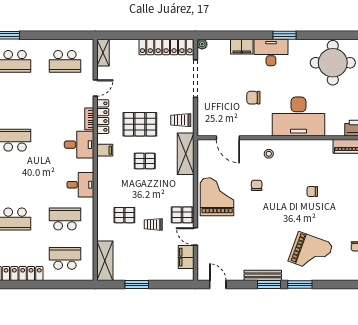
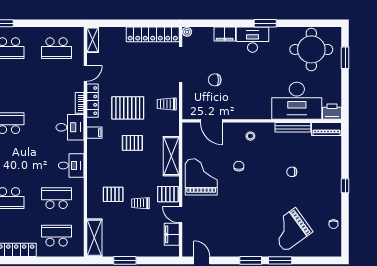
chair: (253, 98) -> (215, 80), moved
desk: (298, 117) -> (297, 101), moved
shelving: (186, 154) -> (171, 156), moved
grand piano: (311, 252) -> (290, 230), turned 124
bench: (263, 275) -> (293, 127), moved

